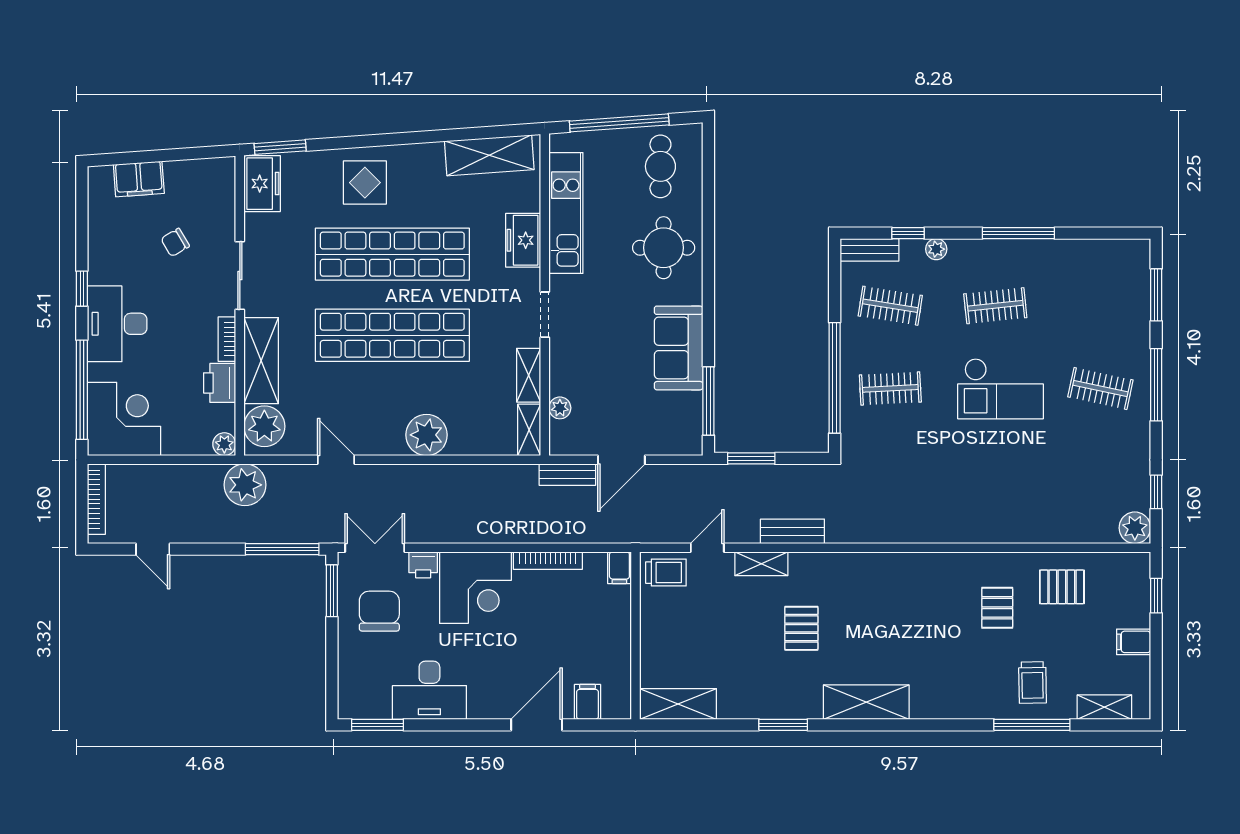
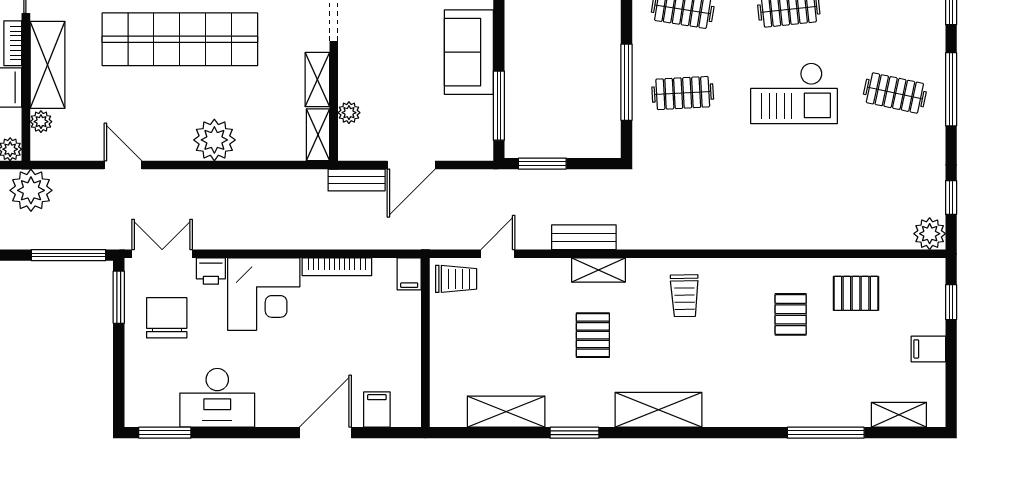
window: (835, 378) -> (626, 82), width x0.68
plant: (264, 426) -> (41, 122), width x0.53, depth x0.53
shelving: (761, 564) -> (599, 270), moved
trolley: (1033, 682) -> (684, 296), moved
shelving: (678, 704) -> (506, 412), moved

